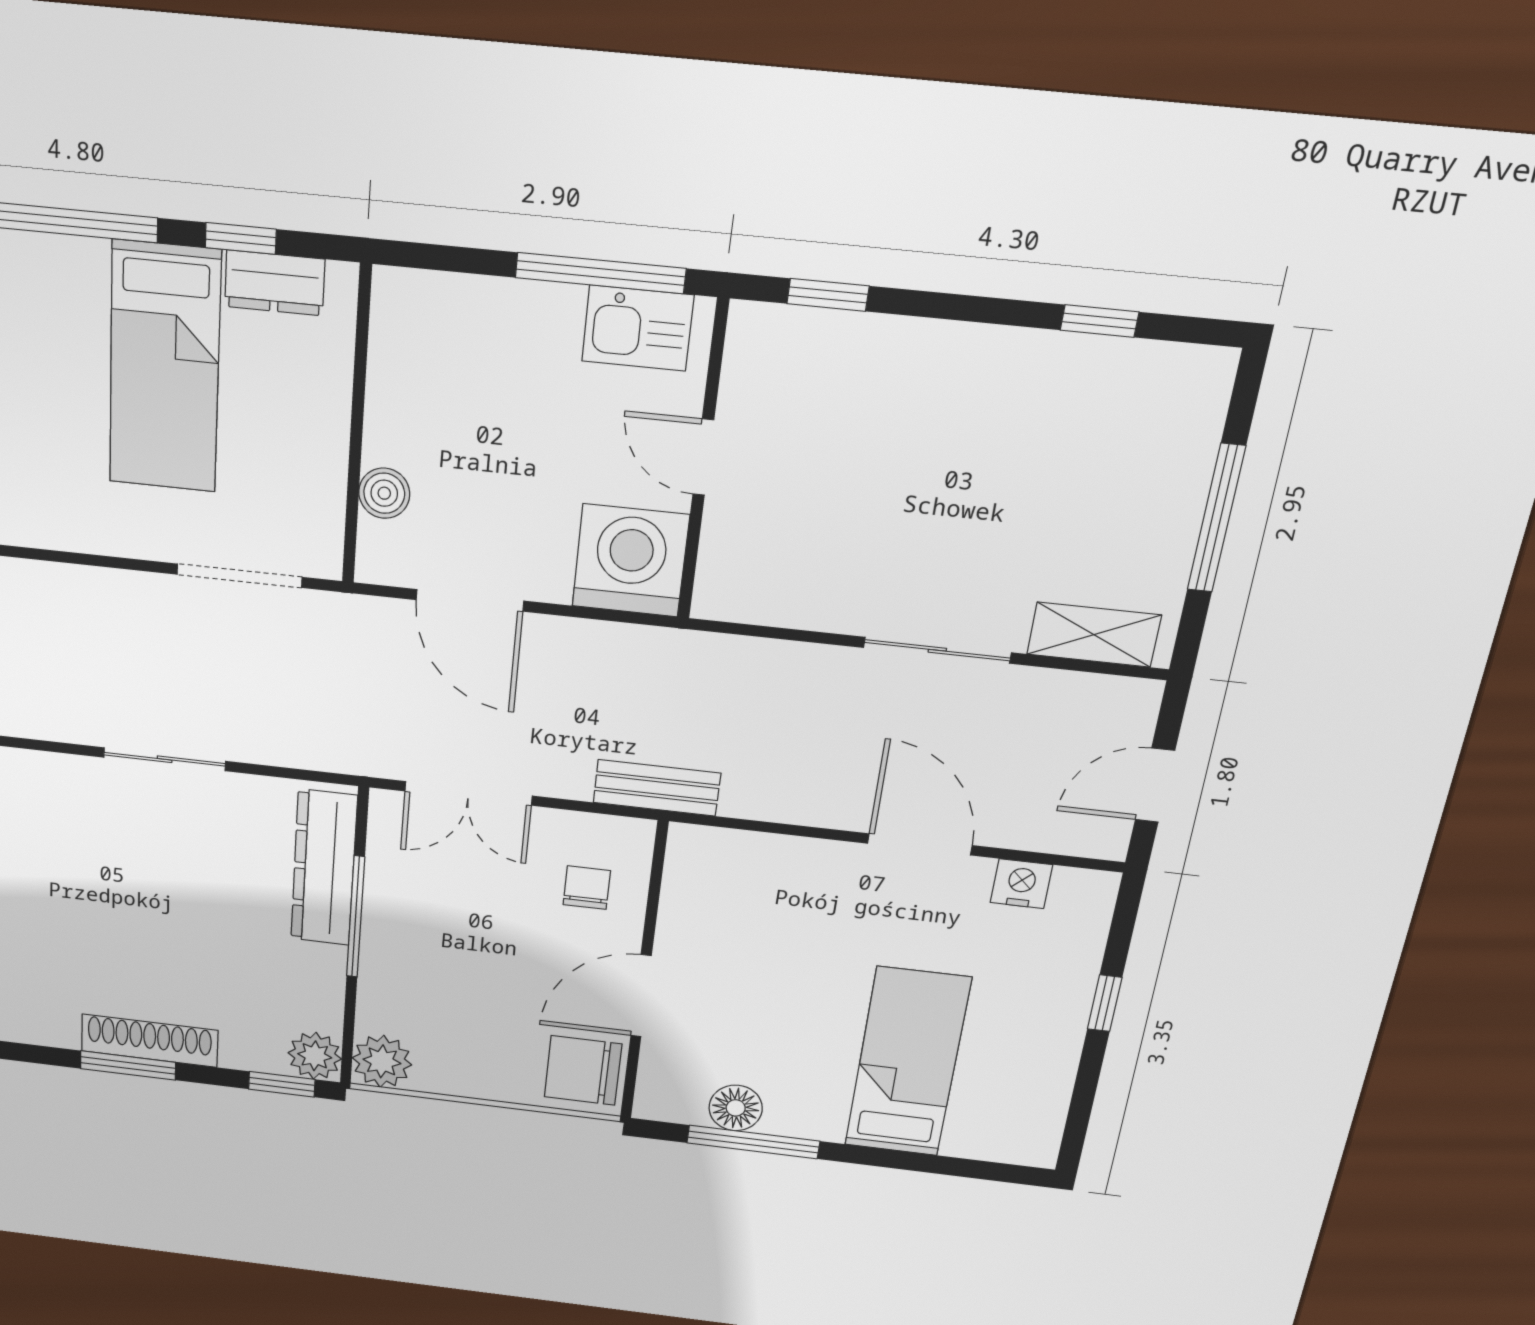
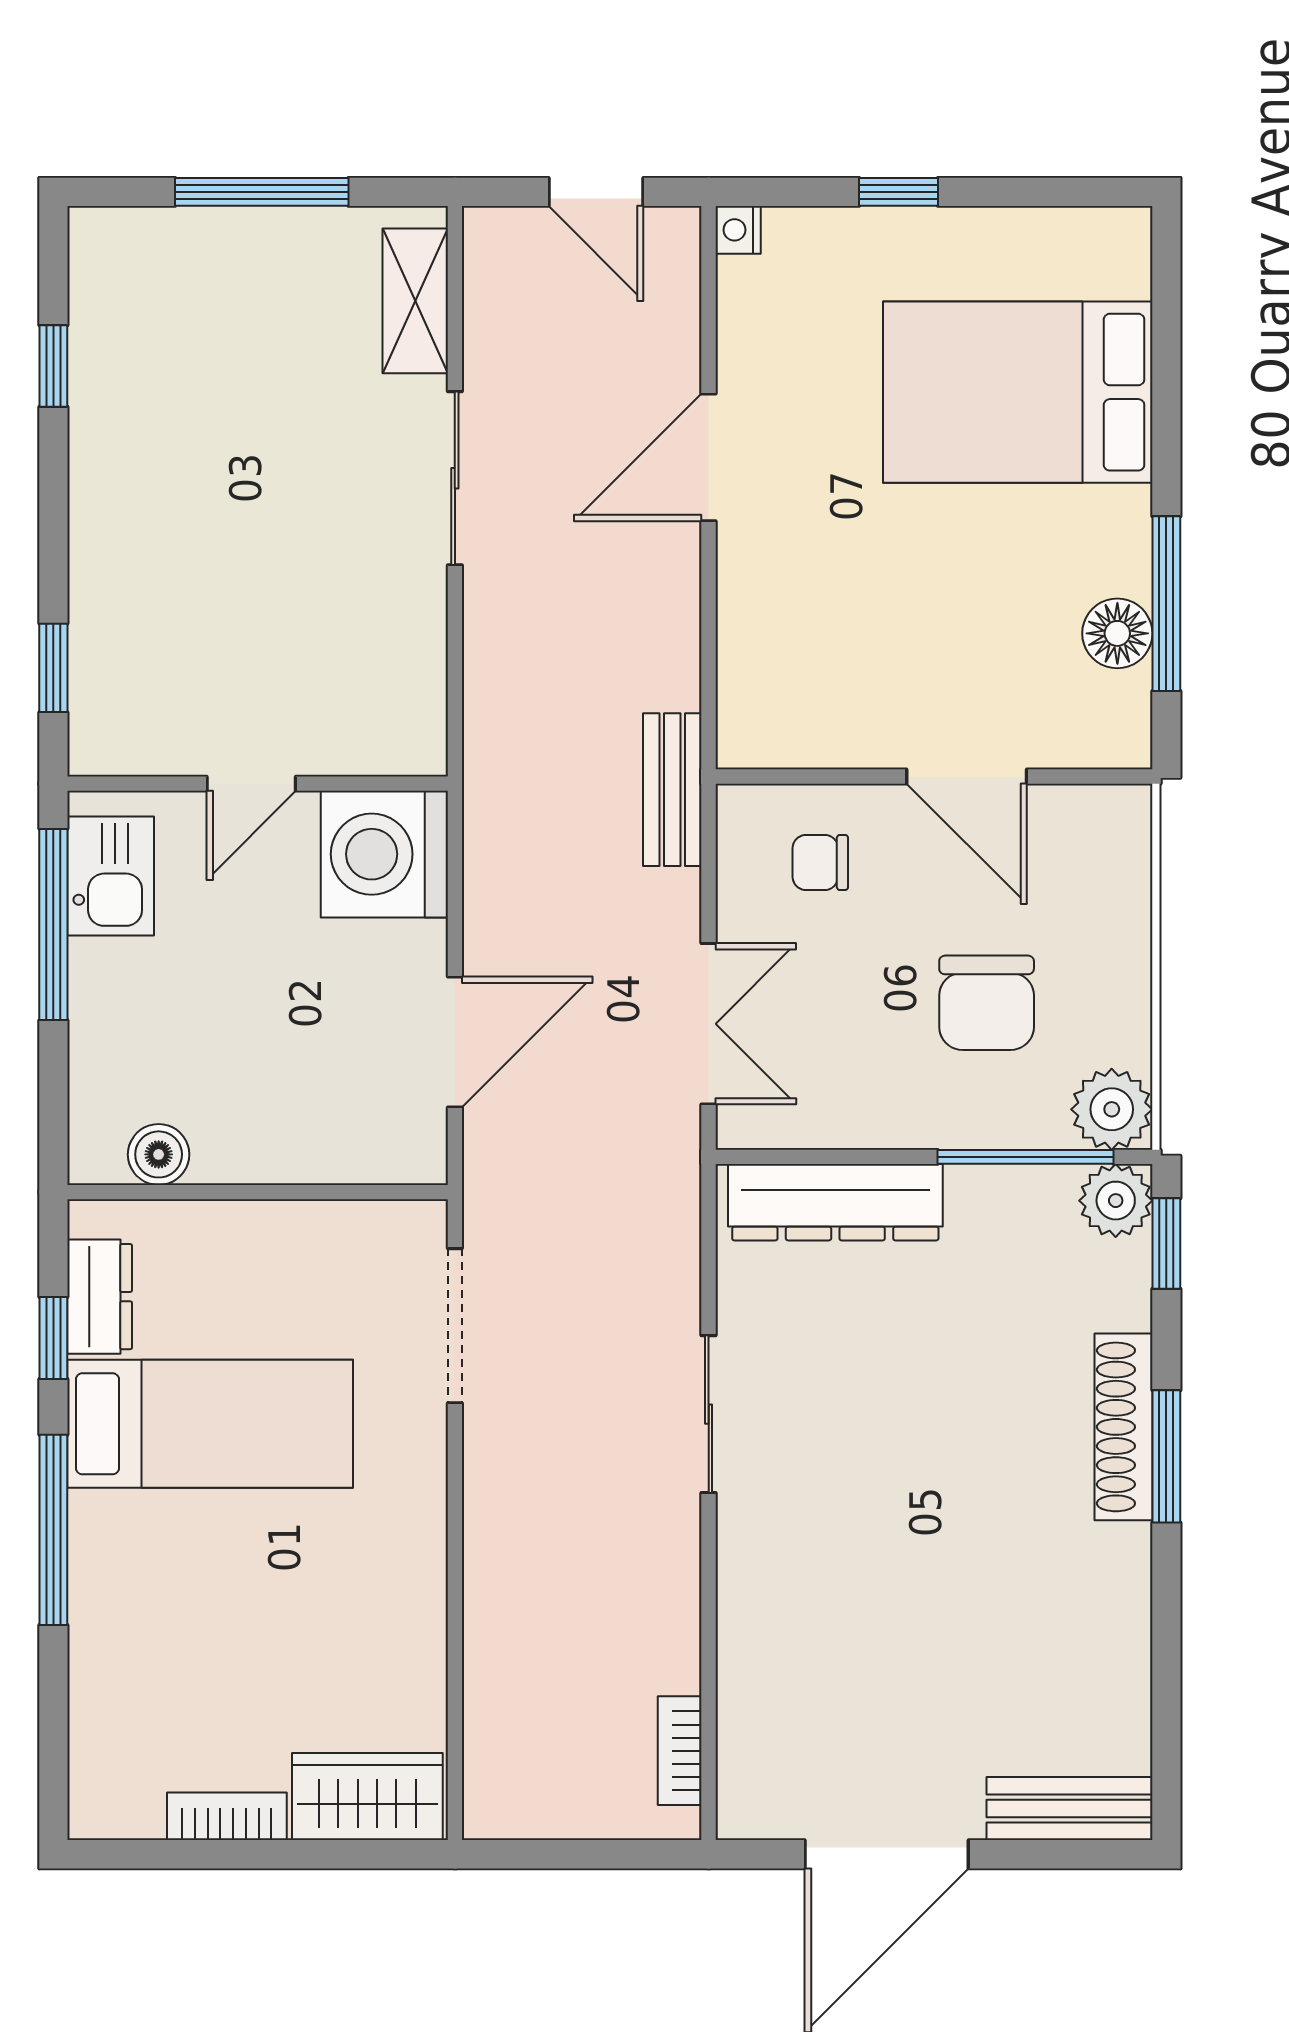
boiler: (384, 493) -> (159, 1154), moved
nightstand: (1021, 884) -> (738, 230), moved, width x0.72, depth x0.74
window: (356, 917) -> (1026, 1157), moved
bed: (907, 1062) -> (1018, 392), width x1.50
chair: (583, 1070) -> (987, 1003), moved

